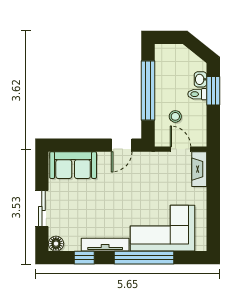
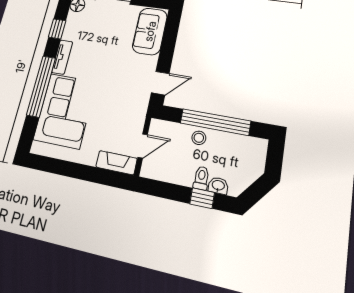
window: (213, 91) -> (202, 198), width x0.67
stool: (175, 116) -> (199, 138), moved
door: (122, 145) -> (160, 83), swing flipped
tv unit: (105, 245) -> (62, 57), width x0.71

